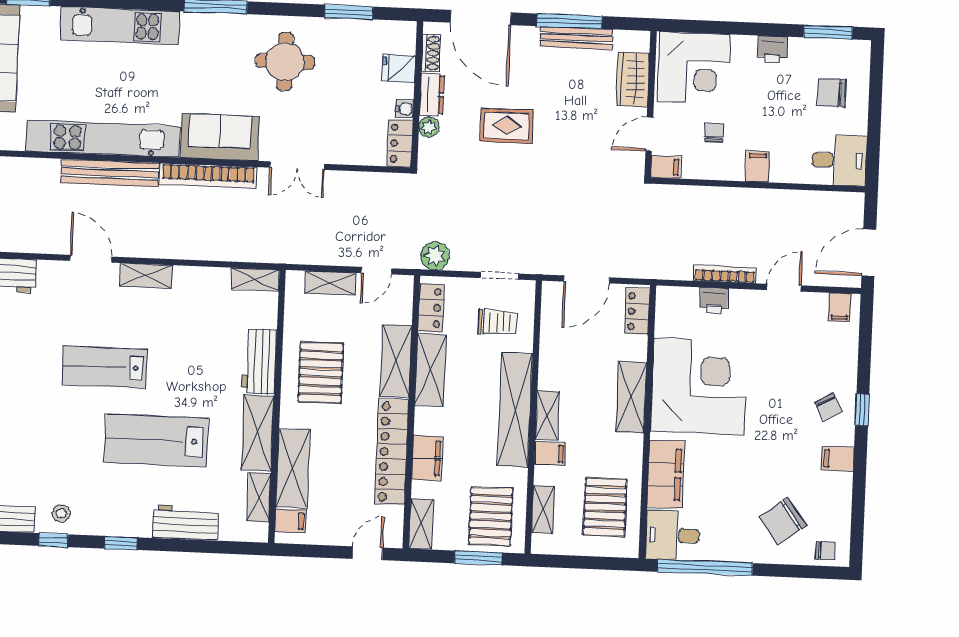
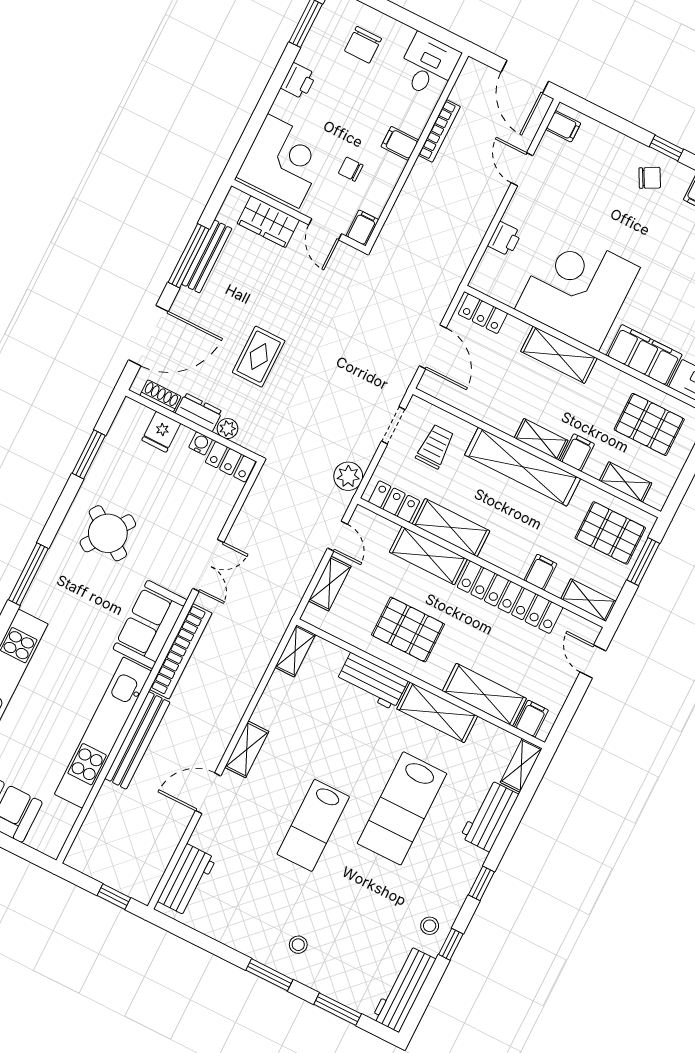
round table: (285, 62) -> (108, 533), turned 35
bookcase: (725, 274) -> (439, 131), moved, turned 180
filing cabinet: (427, 458) -> (540, 572), width x0.50
shelving: (259, 497) -> (521, 765), moved, turned 90

